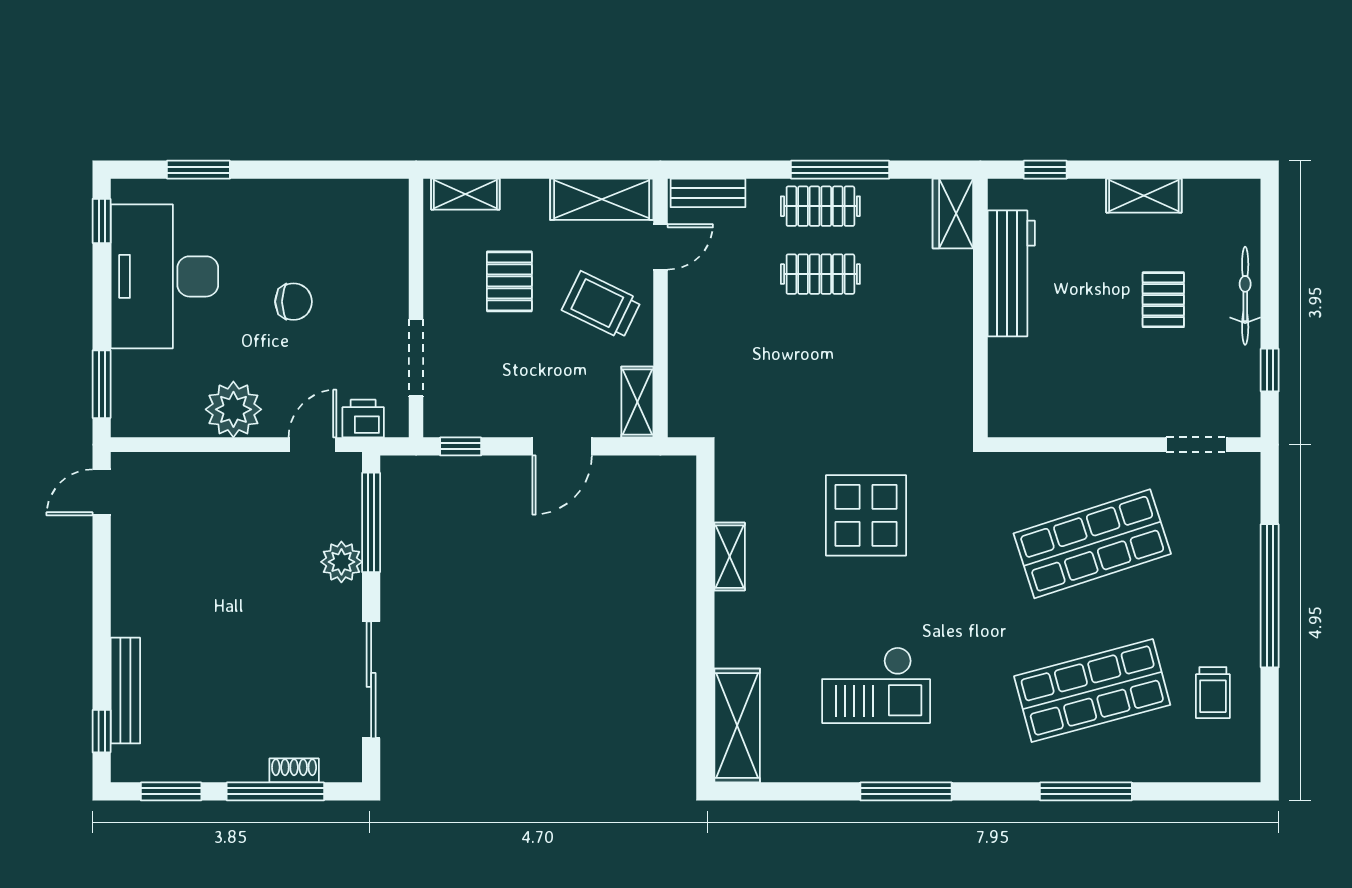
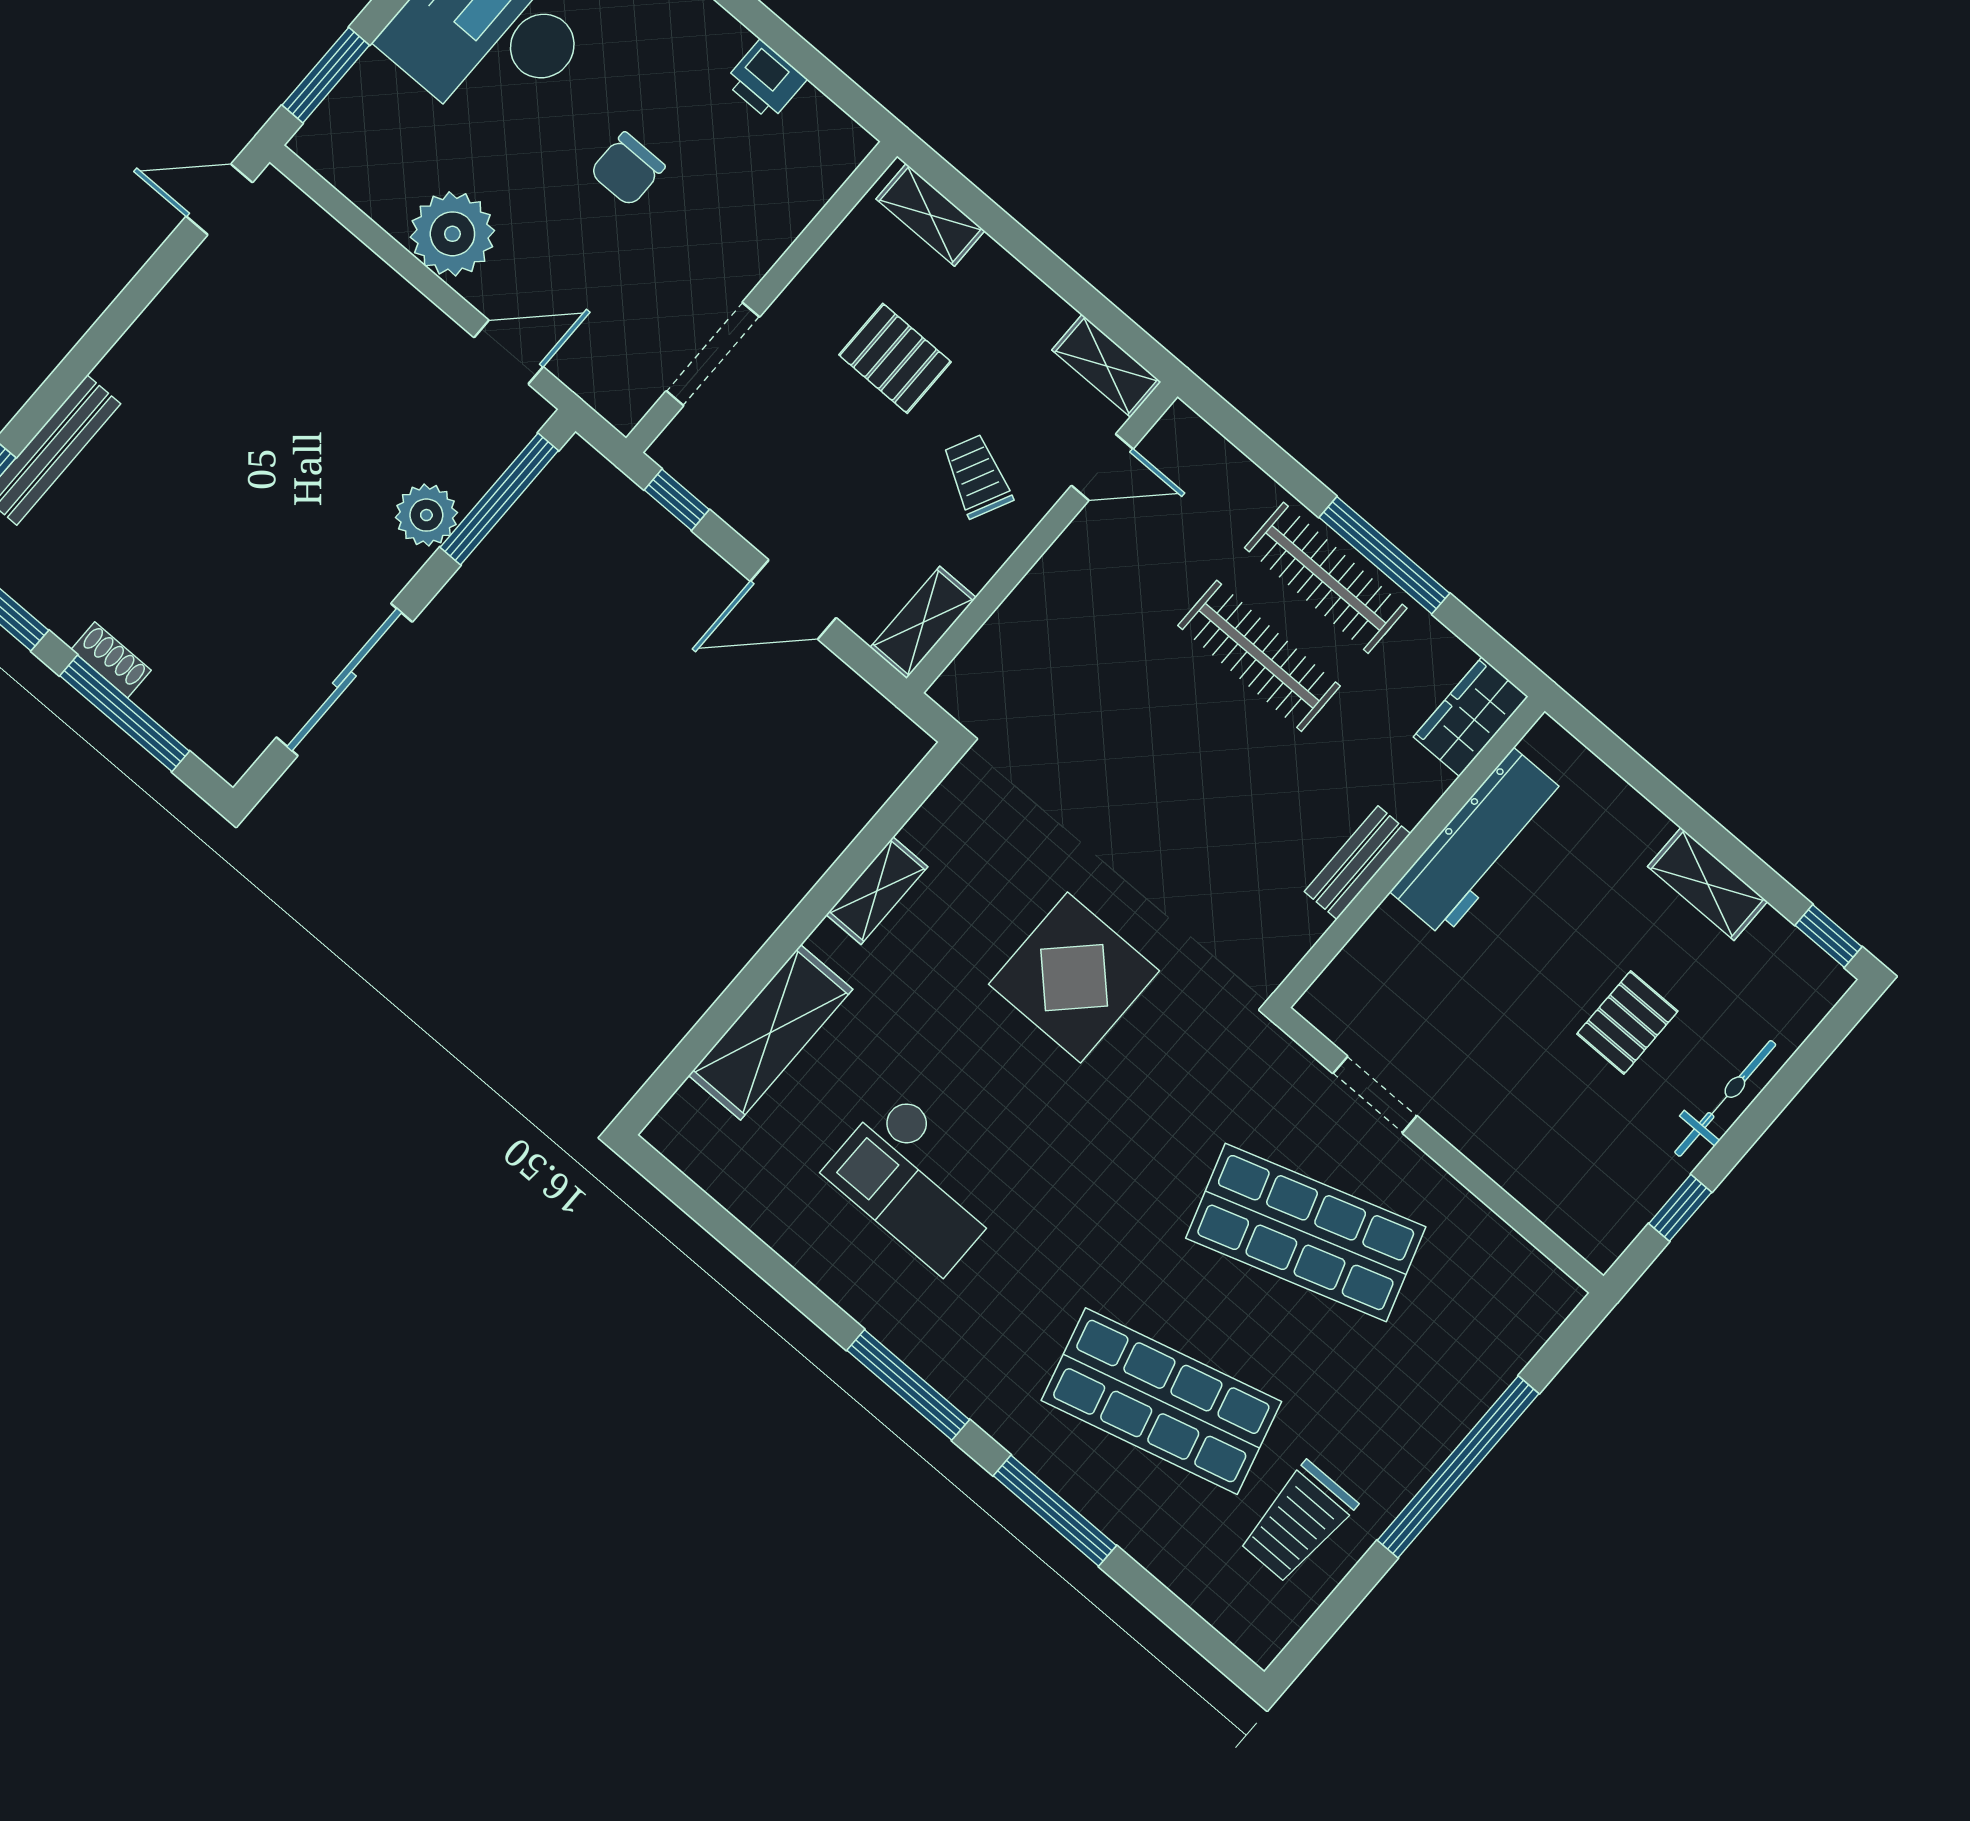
window: (1045, 170) -> (1828, 936), moved
bench: (708, 193) -> (1357, 863), moved, turned 90
shelving: (602, 199) -> (1106, 366), width x0.67, depth x0.75
clothes rail: (820, 206) -> (1326, 578), width x1.36
clothes rail: (820, 274) -> (1259, 656), width x1.36
pallet: (509, 281) -> (895, 358), turned 90
chair: (294, 302) -> (627, 169), turned 90
trolley: (601, 305) -> (977, 476), width x0.73, depth x0.72
printer: (363, 419) -> (765, 80), moved, turned 180
doorway: (1197, 445) -> (1375, 1095), moved
trolley: (1213, 693) -> (1298, 1522), width x1.36, depth x1.39
shelving: (737, 725) -> (771, 1032), moved
shoe rack: (294, 770) -> (111, 660), moved
window: (906, 791) -> (908, 1385), moved

